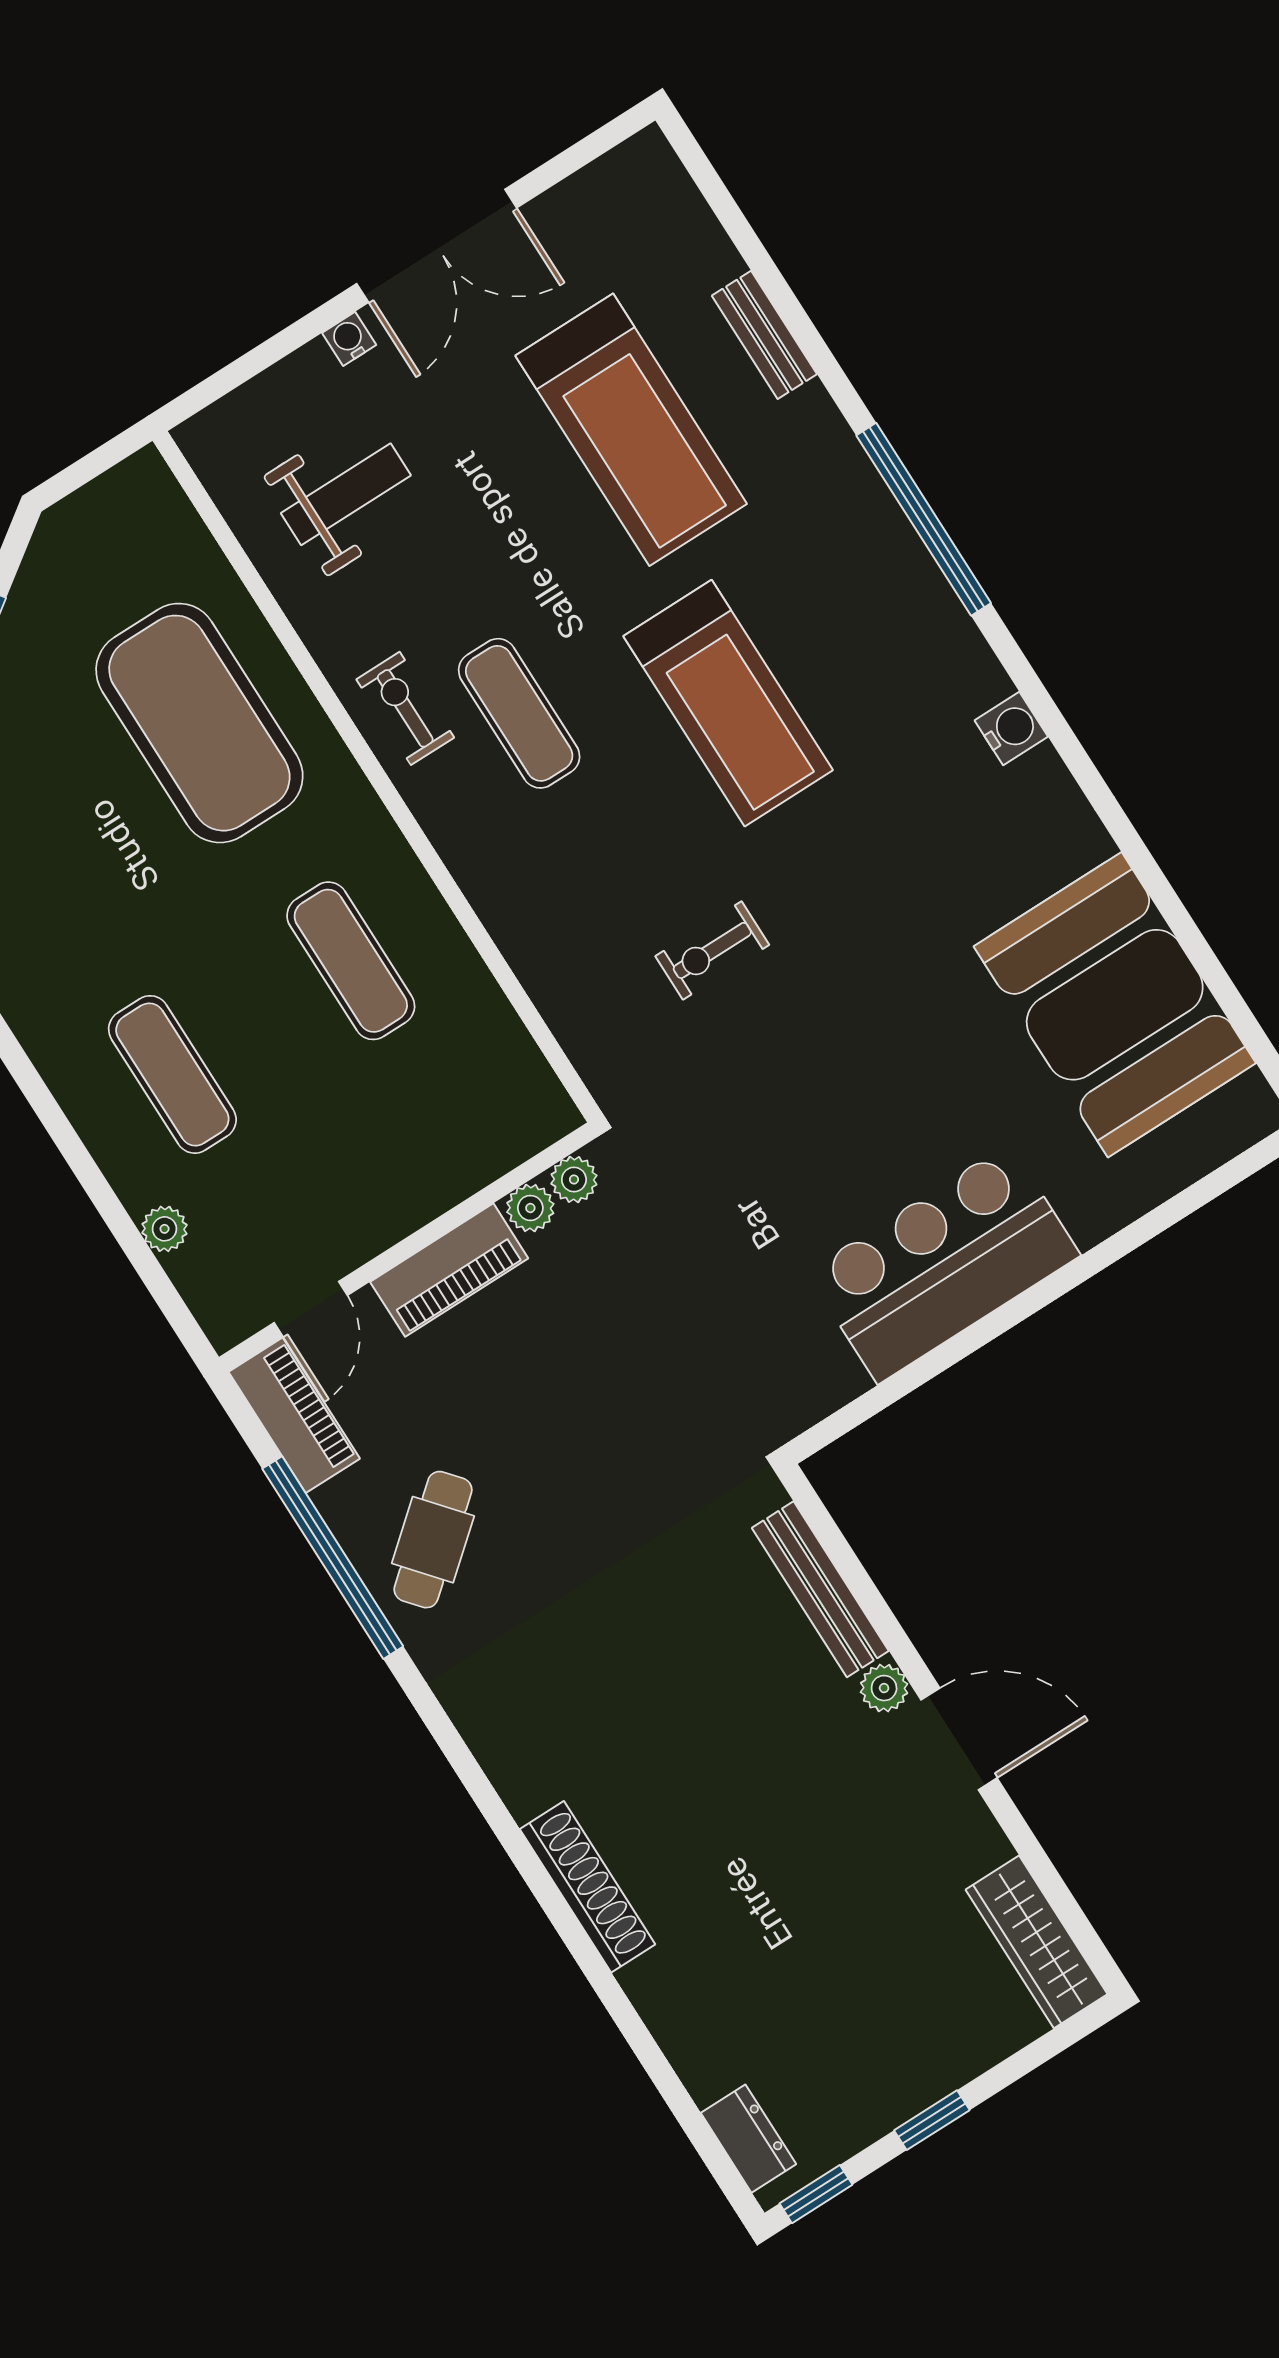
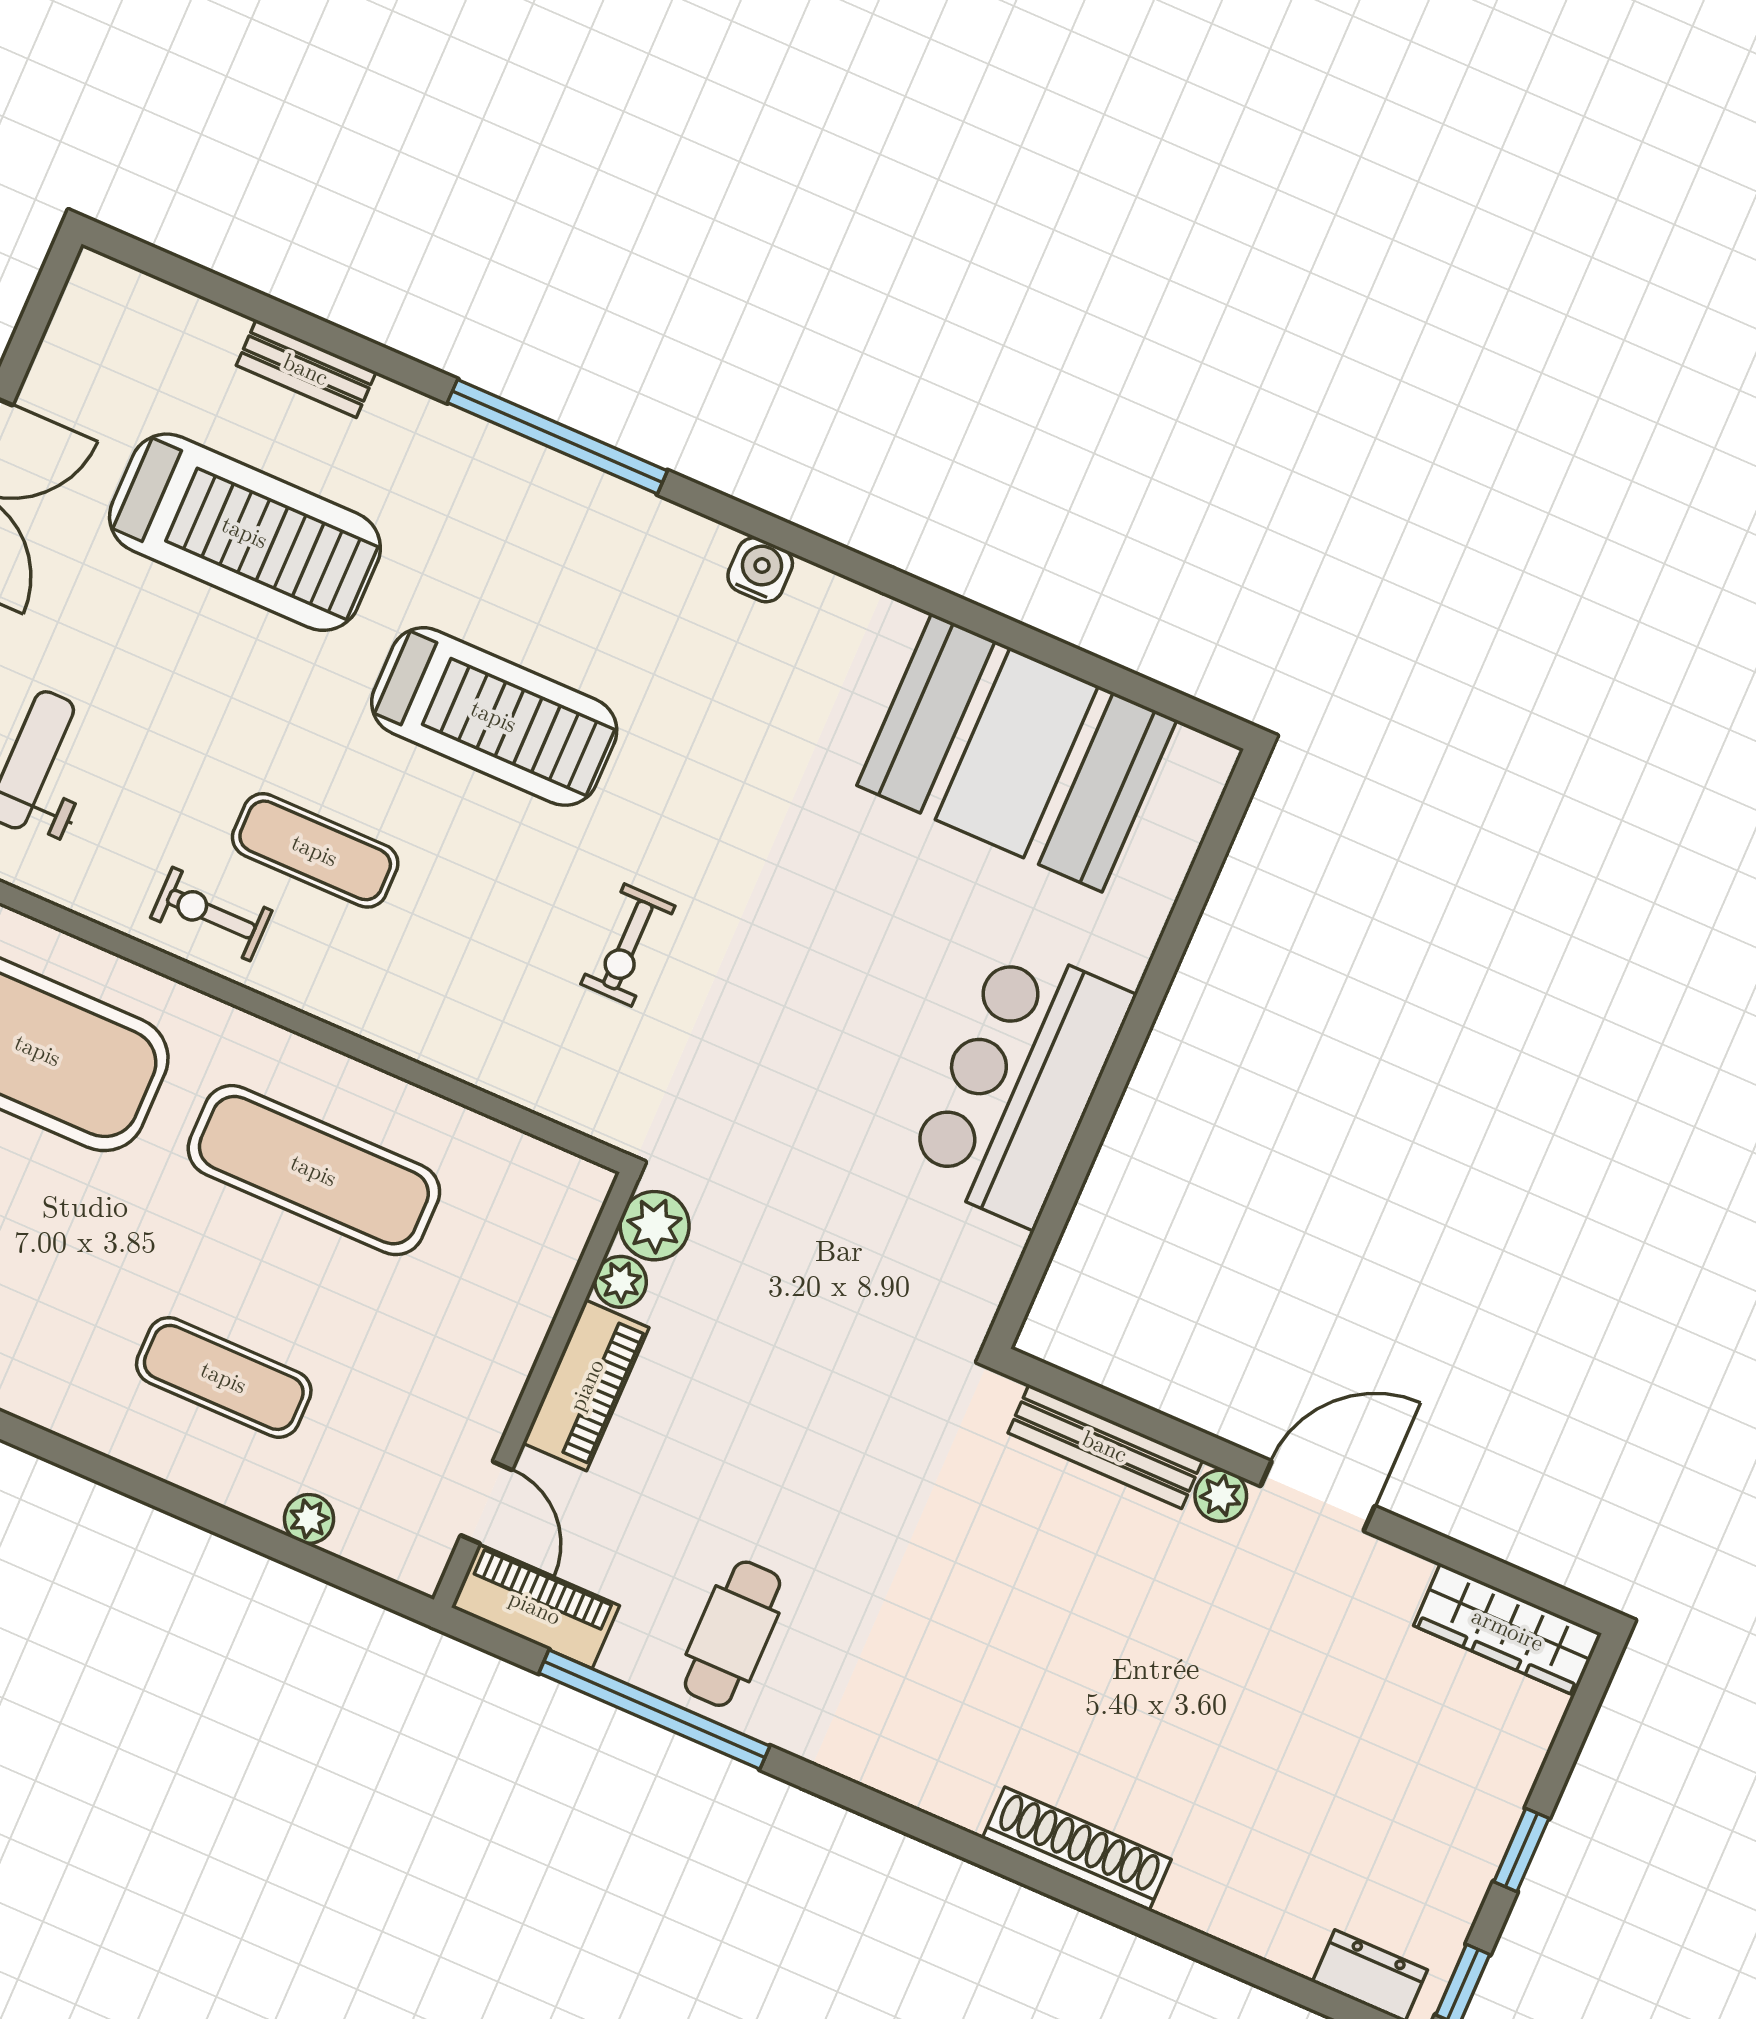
exercise mat: (351, 961) -> (314, 1170), width x1.36, depth x1.45
plant: (574, 1180) -> (655, 1226), width x1.38, depth x1.38
cafe table: (433, 1540) -> (732, 1634), turned 40

